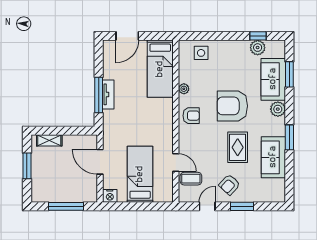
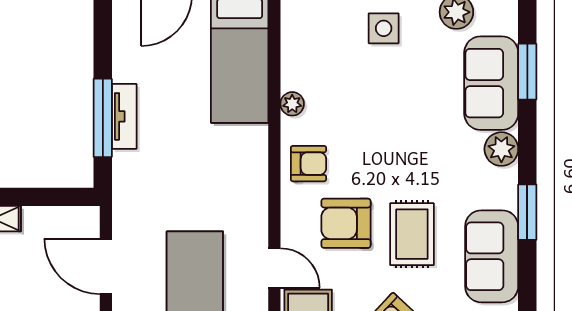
side table: (201, 53) -> (384, 28), moved
armchair: (232, 106) -> (346, 223), moved, width x0.73, depth x0.73

